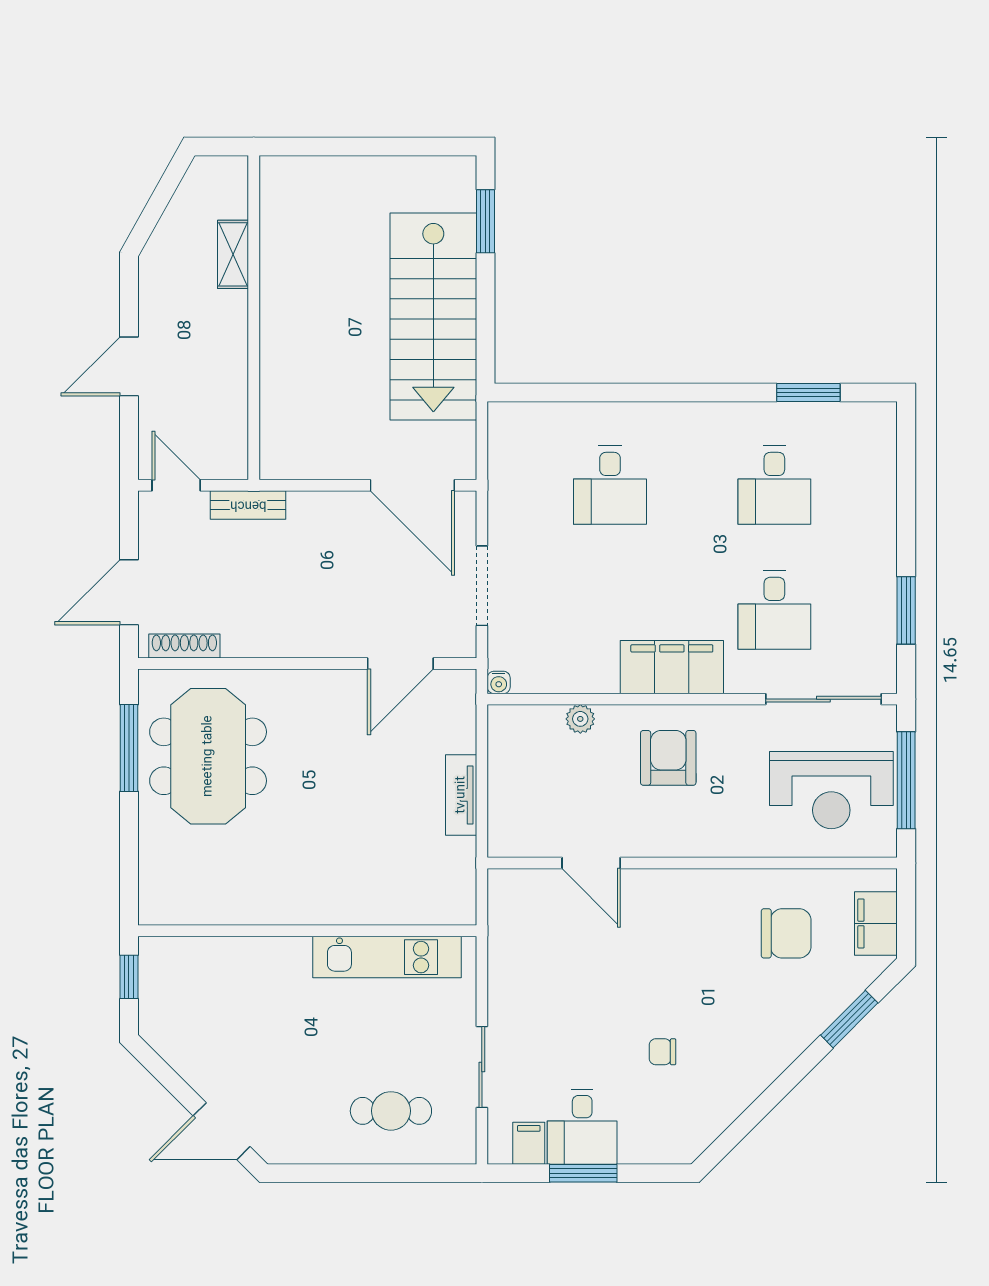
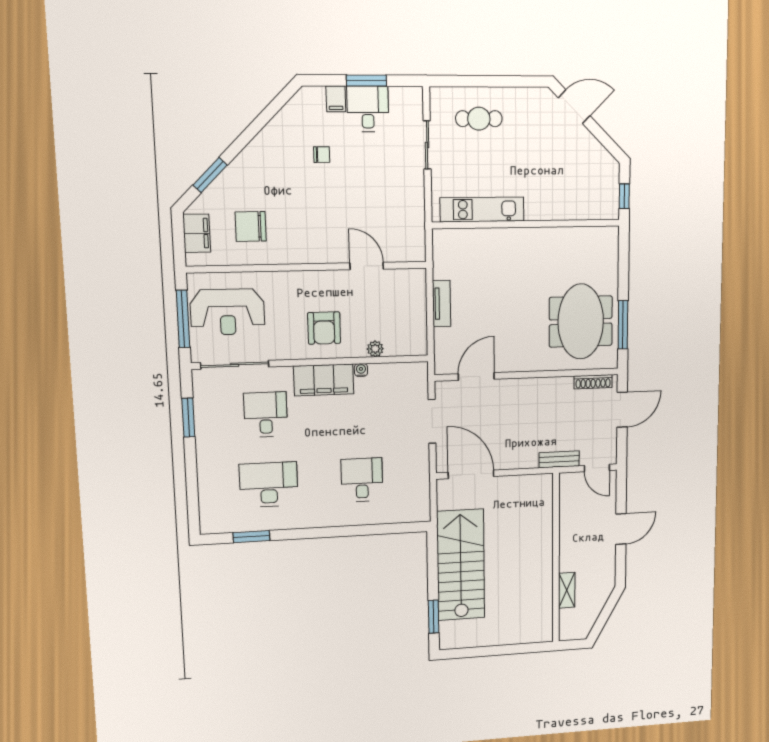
desk: (774, 485) -> (269, 485), width x1.37
water cooler: (499, 682) -> (361, 370), moved
reception desk: (831, 790) -> (228, 312), turned 180
filing cabinet: (529, 1143) -> (336, 99), moved

